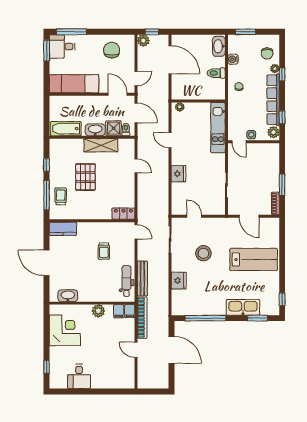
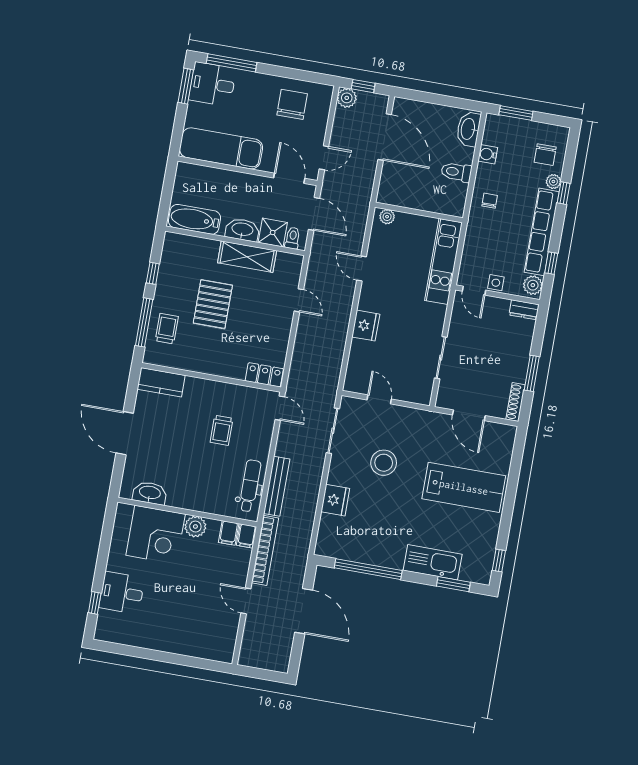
dresser: (271, 148) -> (524, 310), added
corner desk: (65, 330) -> (156, 535), moved, turned 90
desk: (79, 376) -> (122, 593), moved, turned 90

